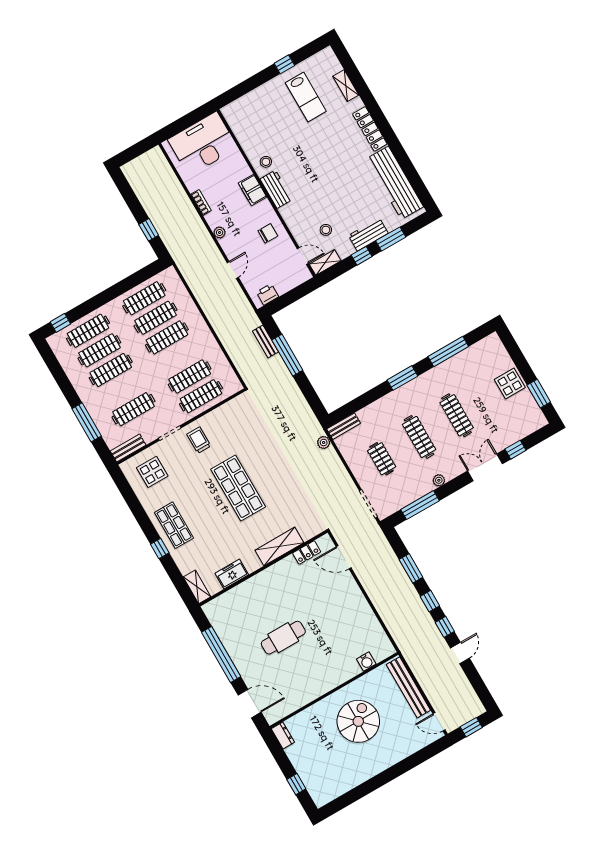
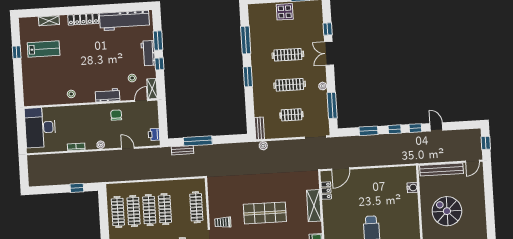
workbench: (276, 189) -> (107, 95), moved
filing cabinet: (253, 190) -> (85, 111), removed
clothes rail: (190, 377) -> (165, 209), moved

